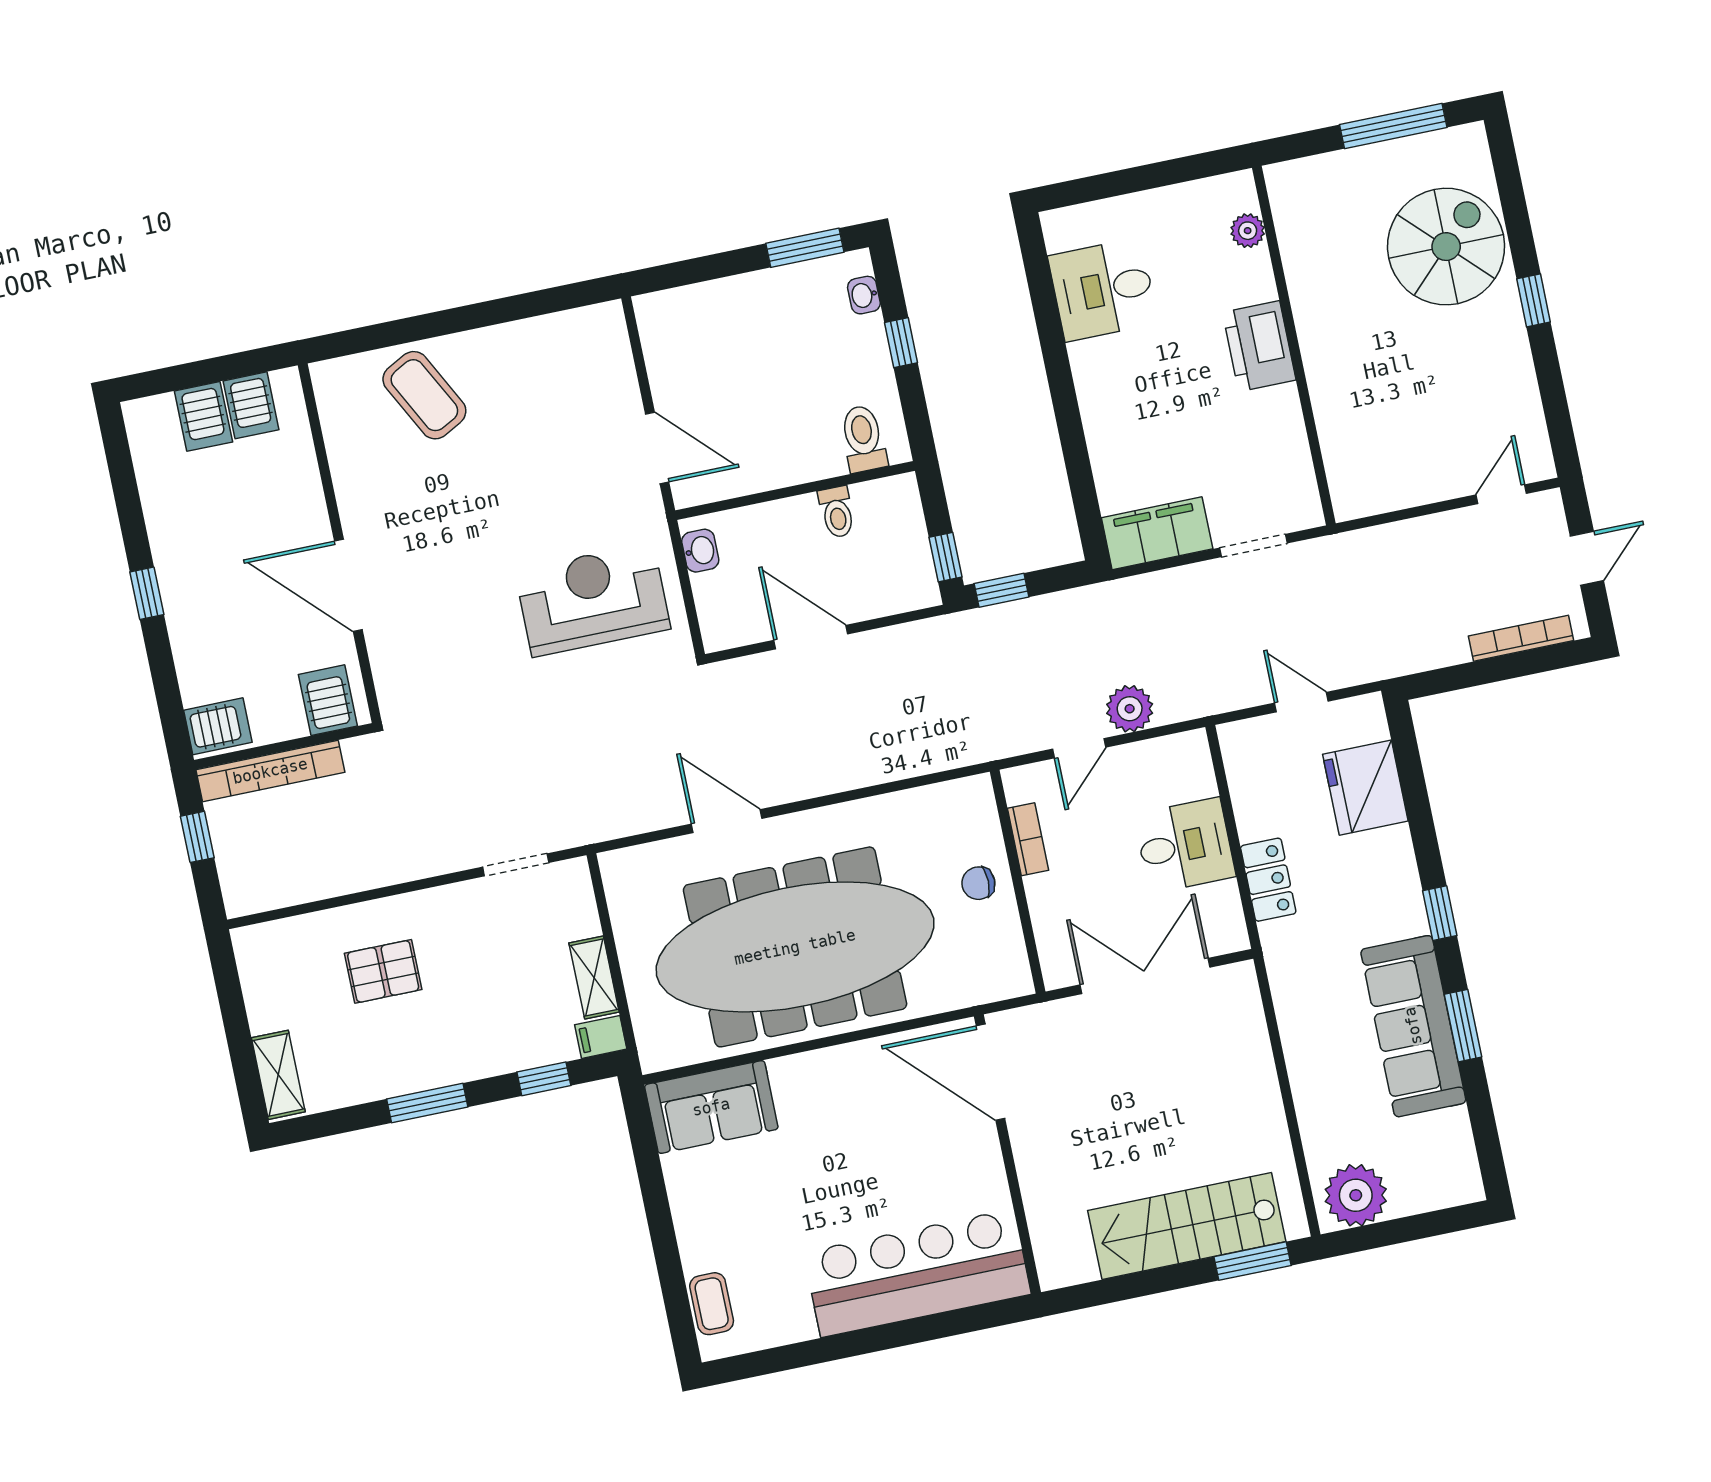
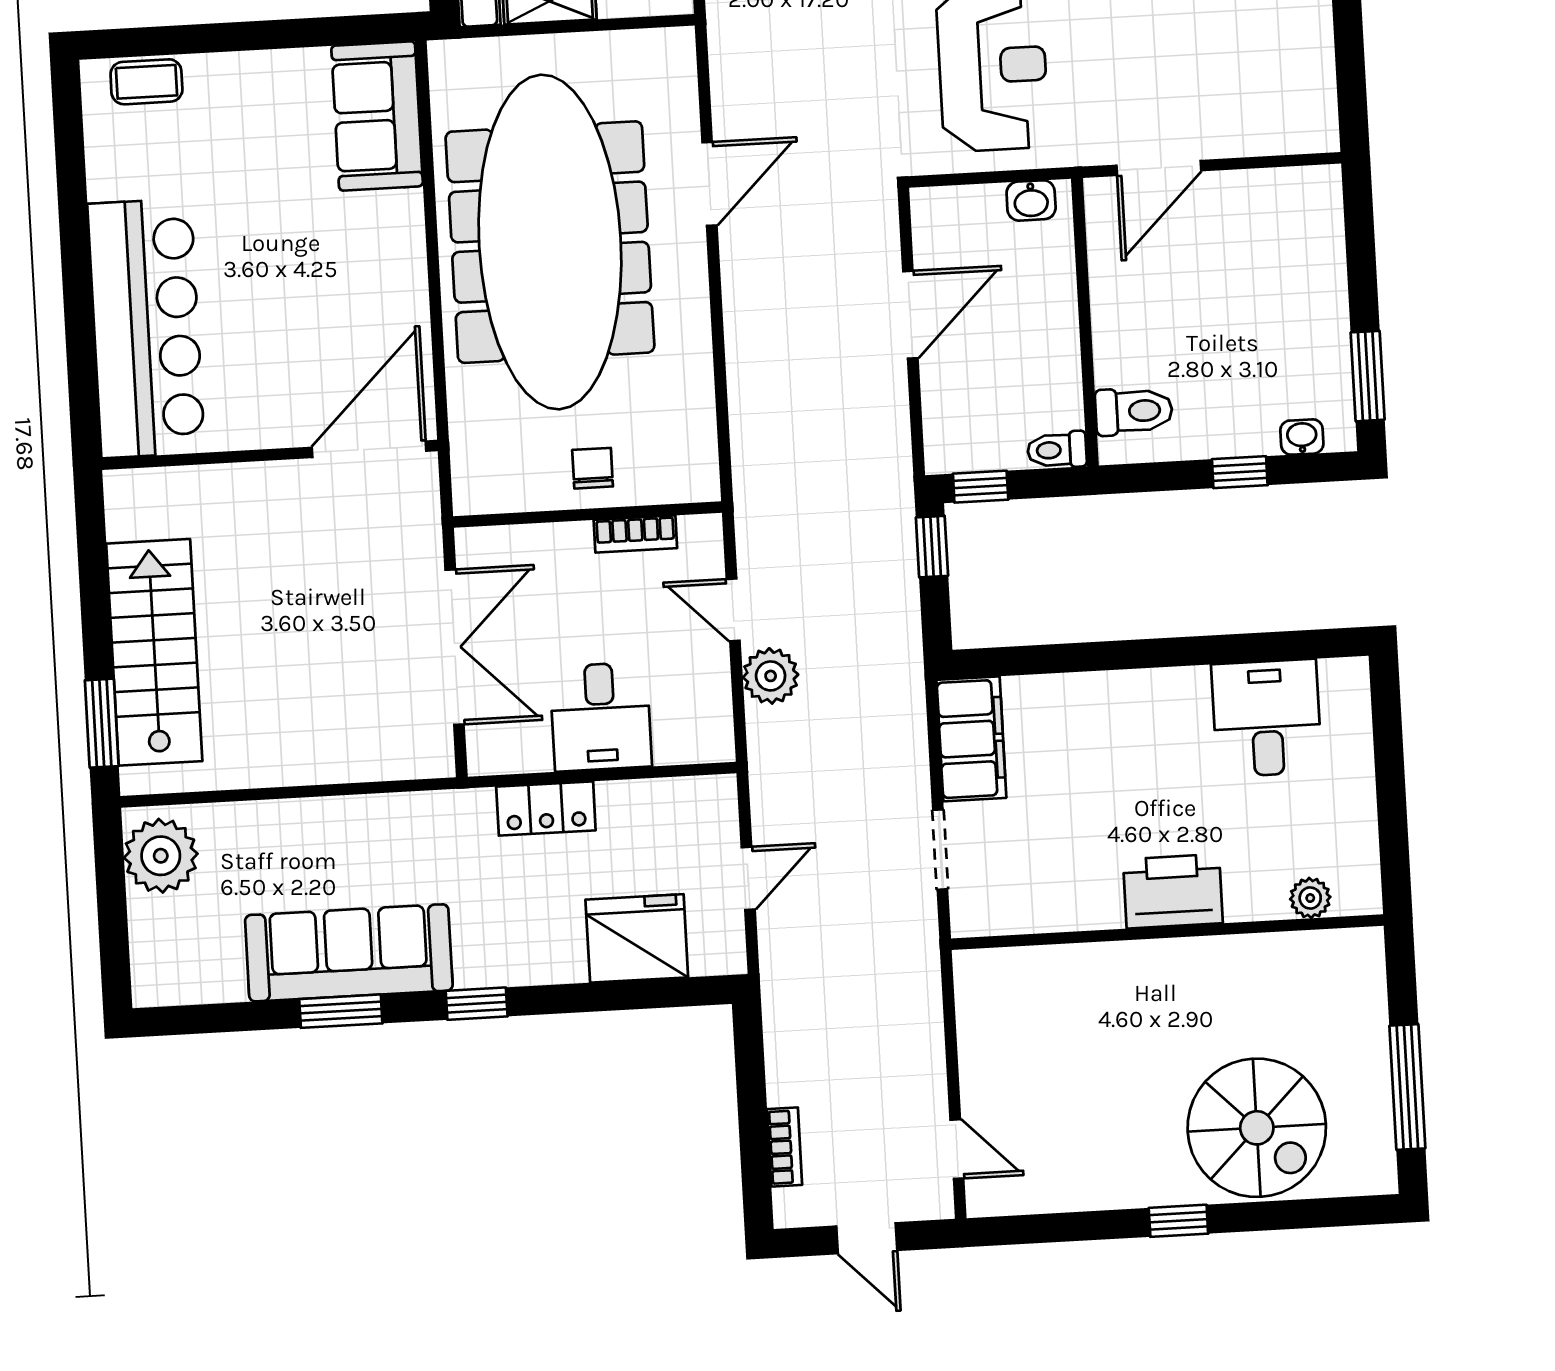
toilet: (837, 512) -> (1057, 450), moved
bookcase: (1521, 638) -> (785, 1147), width x0.64

